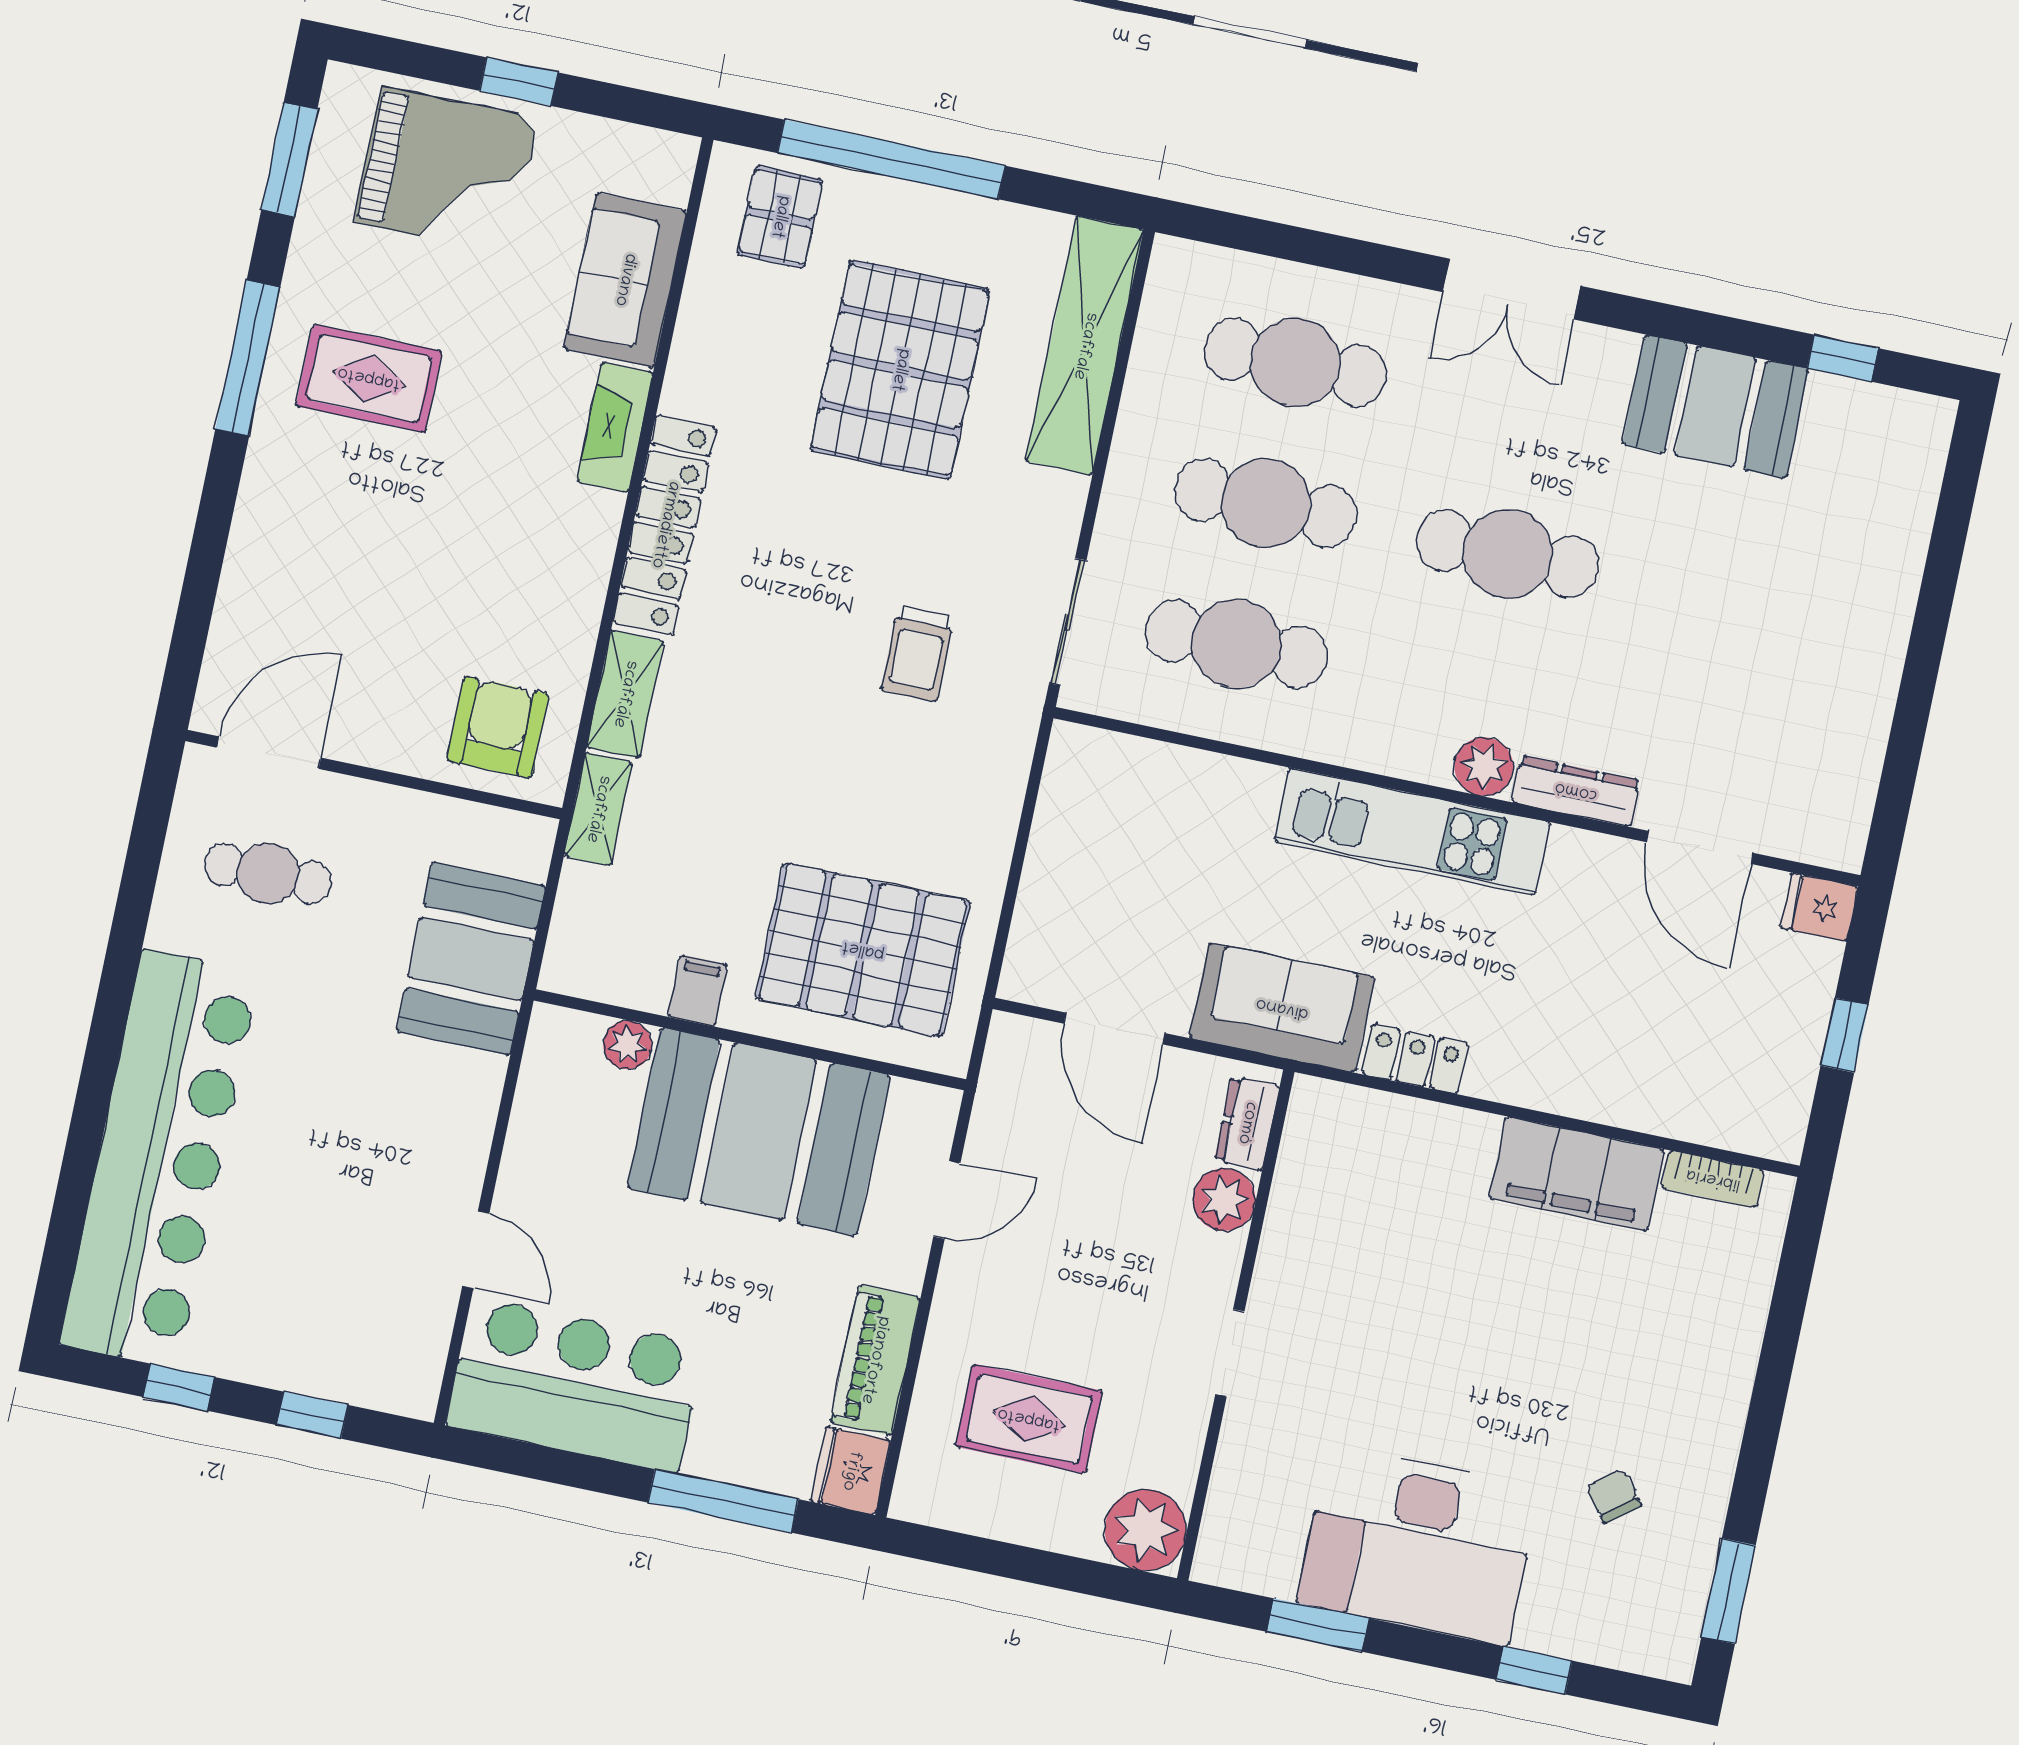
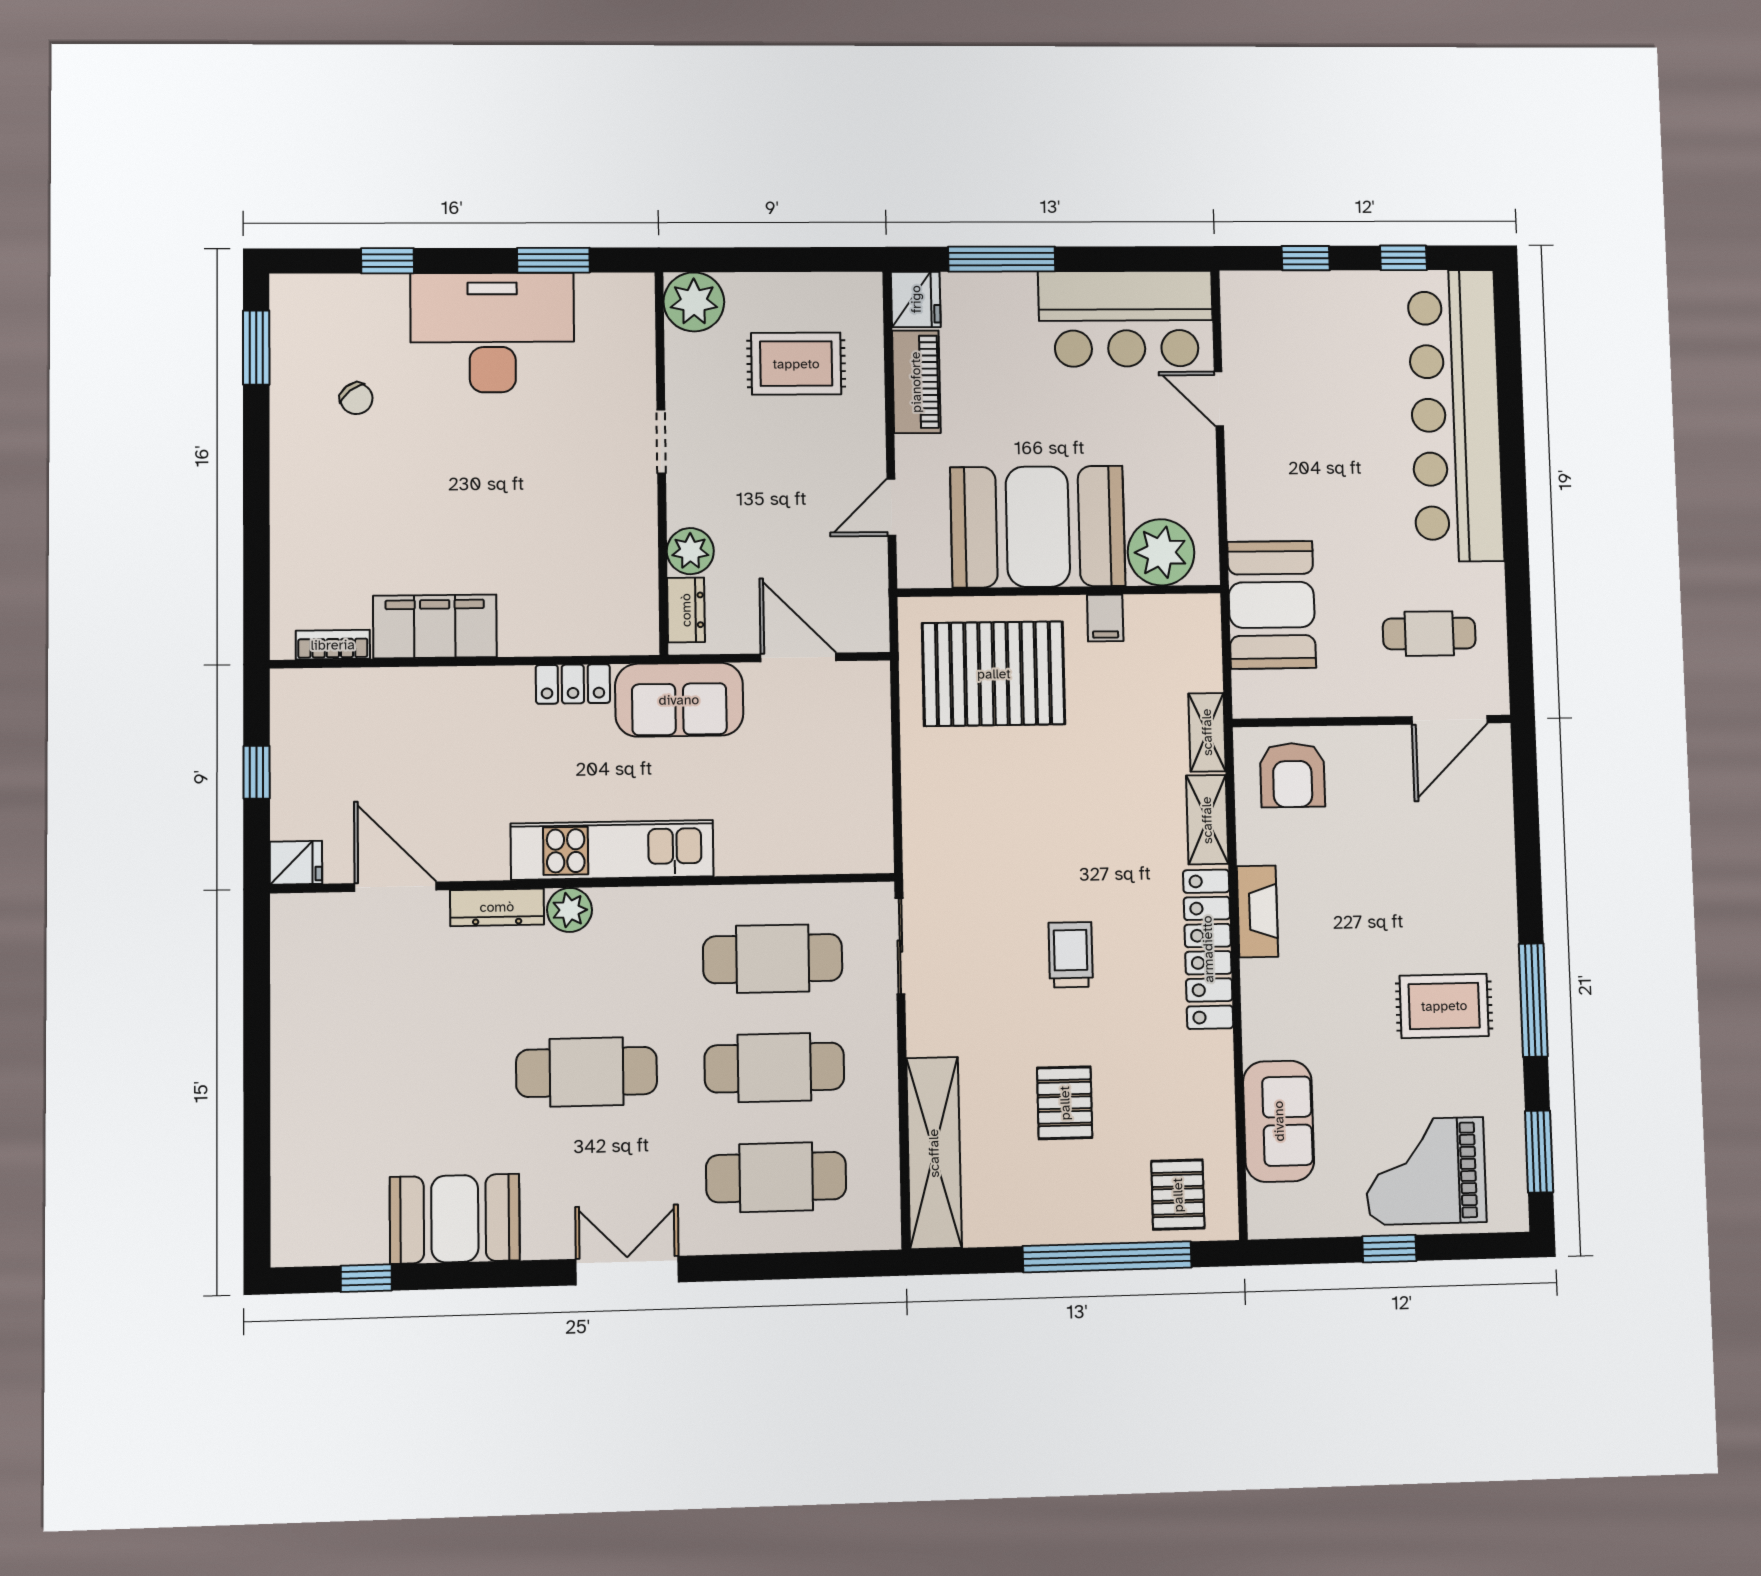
pallet: (900, 370) -> (1065, 1103), width x0.49, depth x0.50
fireplace: (615, 427) -> (1257, 911), moved
trolley: (917, 654) -> (1071, 955), moved
plant: (627, 1045) -> (1161, 552), width x1.88, depth x1.88

